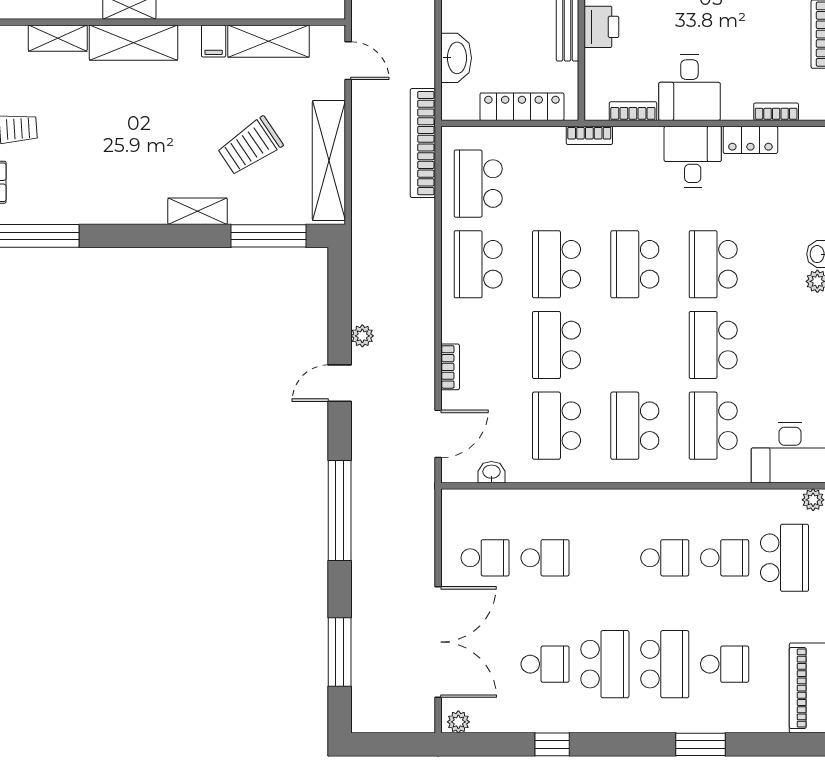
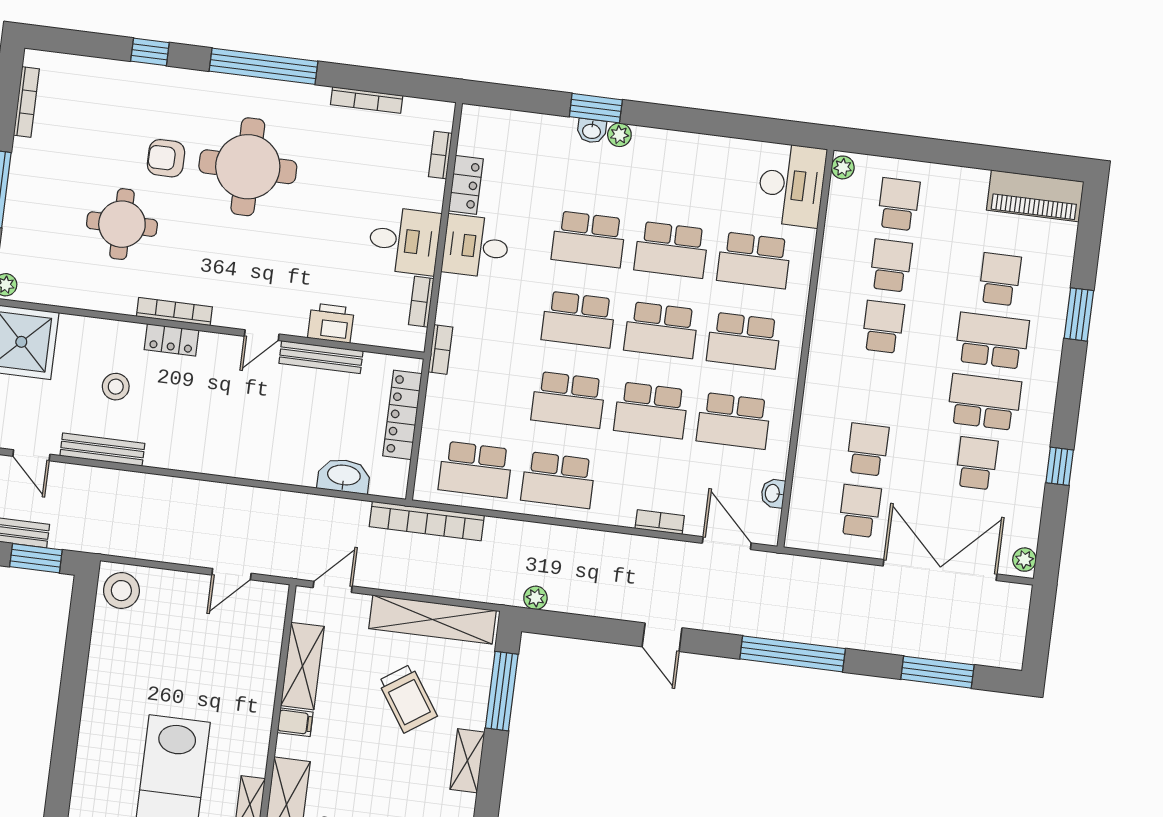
plant: (362, 336) -> (535, 598), moved
school desk: (635, 345) -> (661, 330), added
school desk: (785, 558) -> (898, 204), width x0.54

